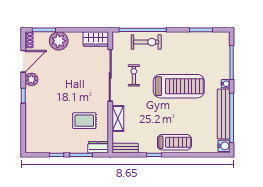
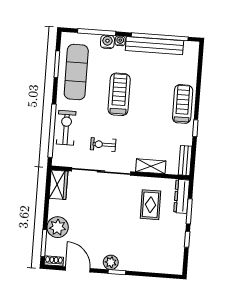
exercise mat: (195, 47) -> (76, 72), added
plant: (31, 79) -> (111, 262), moved
treadmill: (179, 86) -> (119, 94), width x0.73, depth x0.73
water cooler: (224, 146) -> (107, 42), moved
dresser: (98, 147) -> (182, 196), width x1.44

